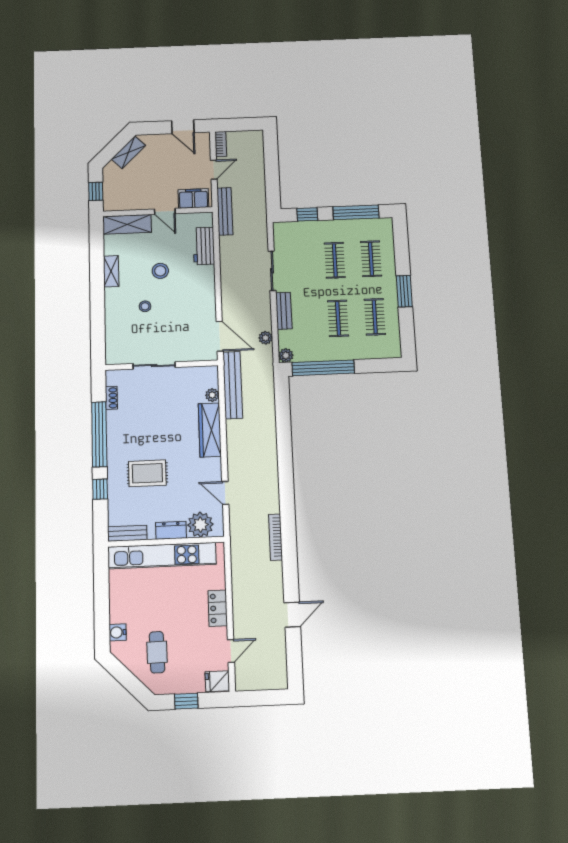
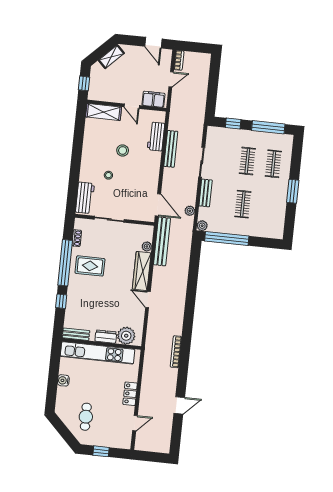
bench: (225, 211) -> (171, 149), moved
shelving: (111, 271) -> (88, 146), removed
clothes rail: (375, 317) -> (269, 207), removed
workbench: (116, 341) -> (85, 198), added
rug: (147, 473) -> (90, 266), moved
door: (225, 493) -> (148, 299), moved
water cooler: (118, 632) -> (63, 380), moved
fridge: (217, 681) -> (123, 442), removed

